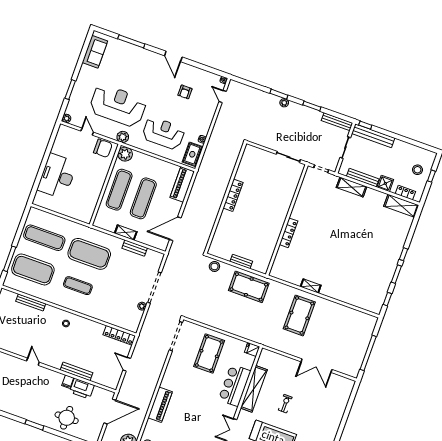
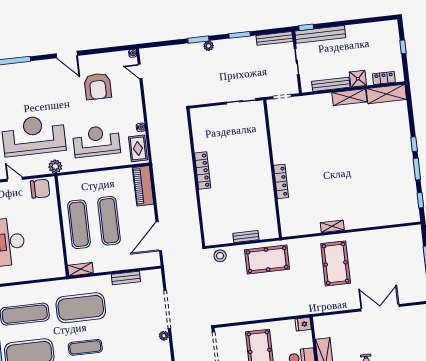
armchair: (185, 92) -> (98, 86), width x1.88, depth x1.88
plant: (125, 154) -> (67, 183), removed
stool: (417, 170) -> (385, 47), removed
shelving: (352, 187) -> (349, 97), moved
shelving: (126, 232) -> (80, 269), moved
double door: (317, 366) -> (380, 308), swing flipped

